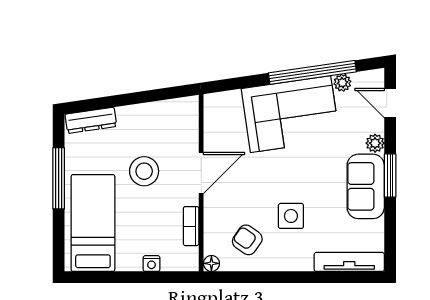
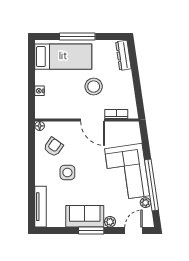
window: (59, 178) -> (77, 36), moved
bookcase: (191, 226) -> (116, 114), moved

